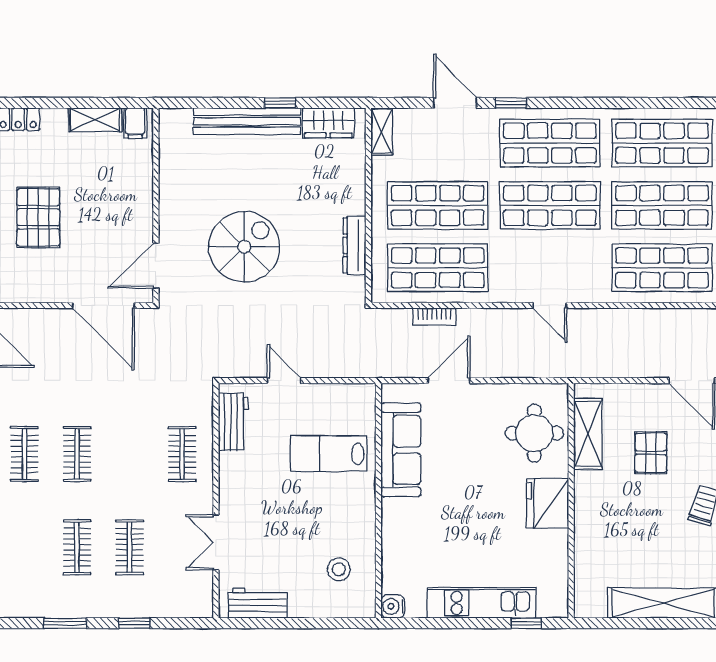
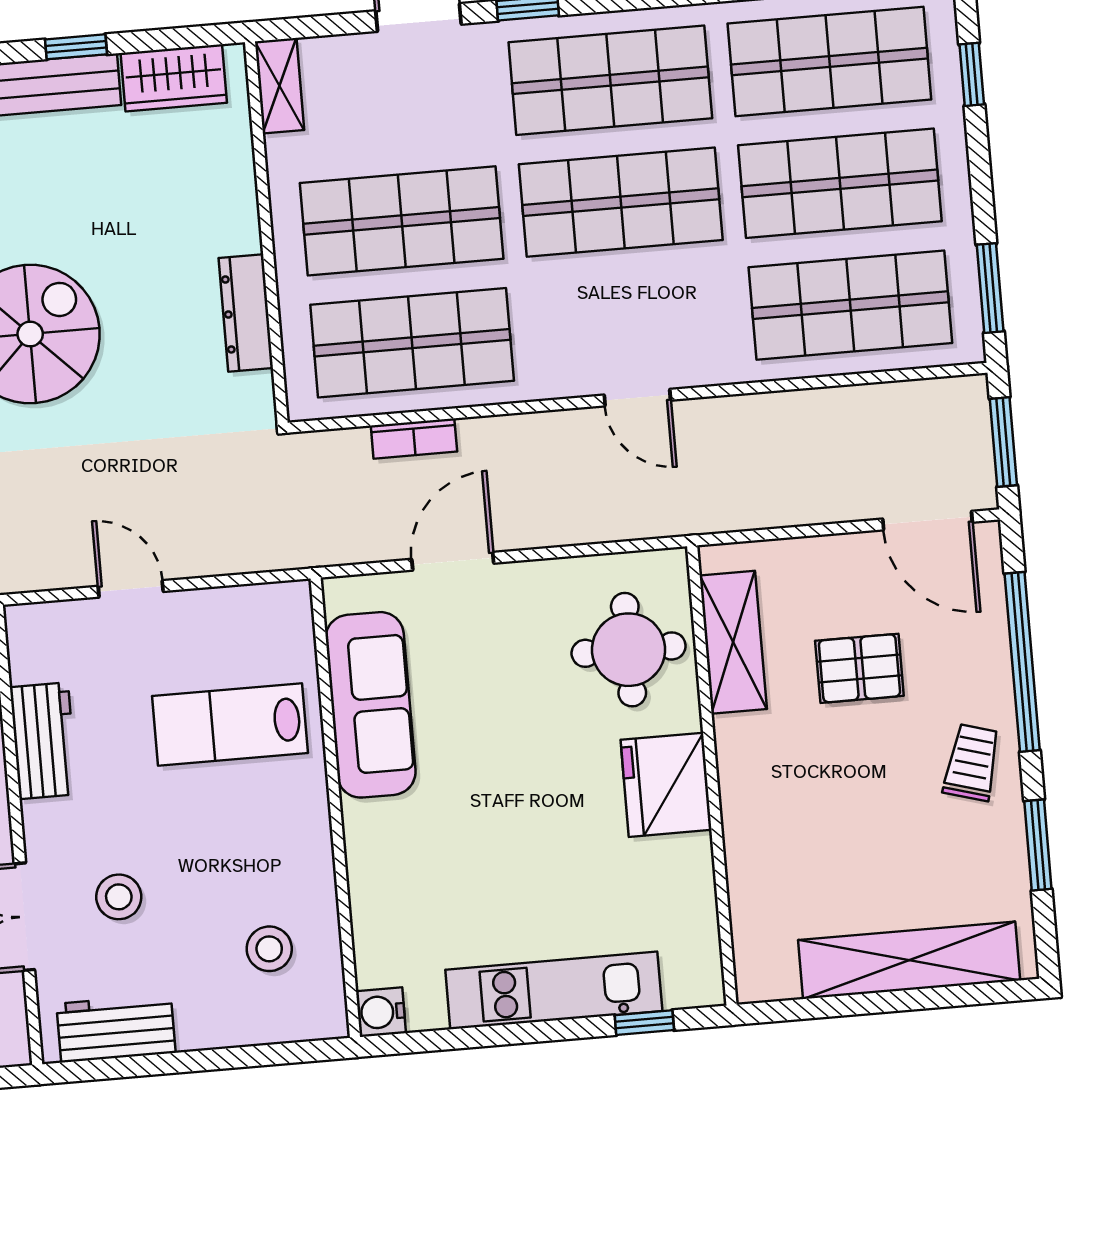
workbench: (233, 422) -> (44, 741), moved
pallet: (651, 453) -> (859, 668), turned 90
stool: (265, 536) -> (119, 897), added

